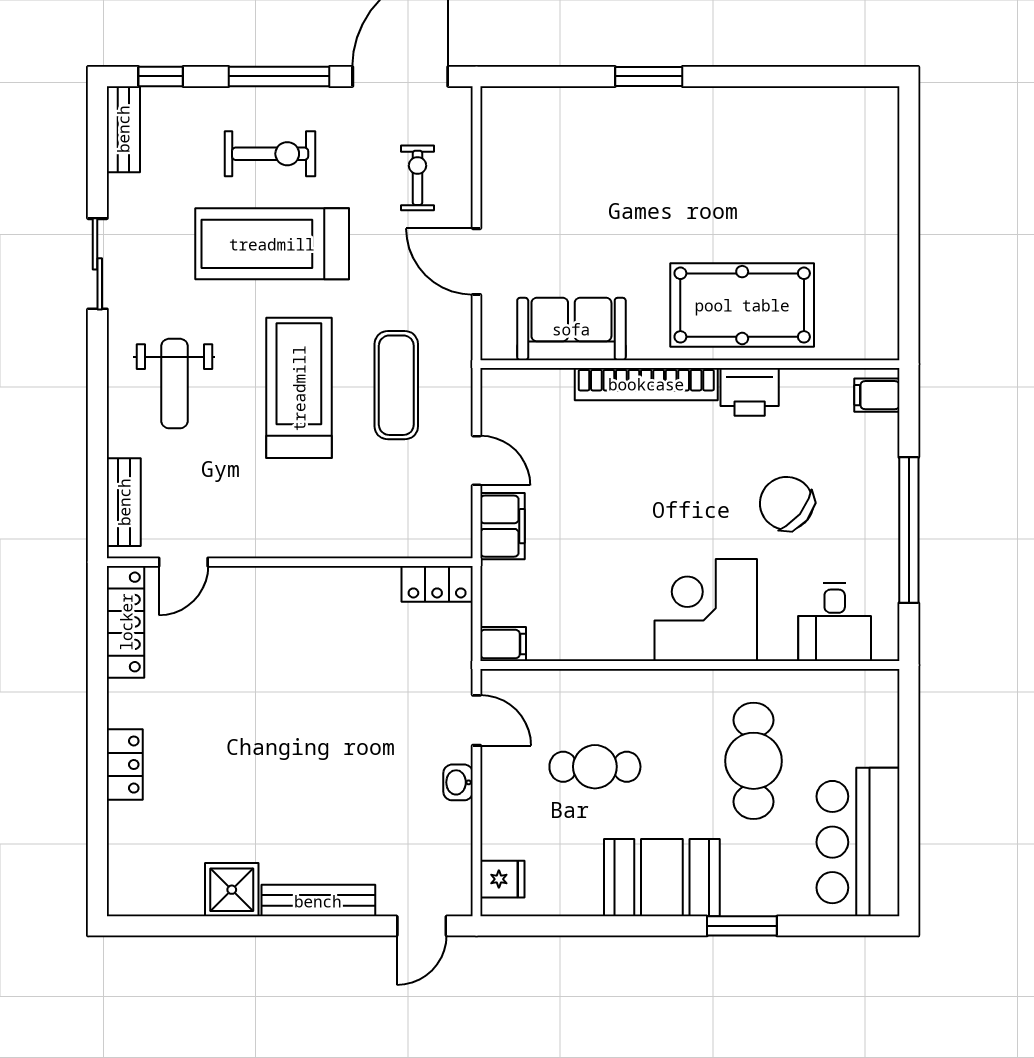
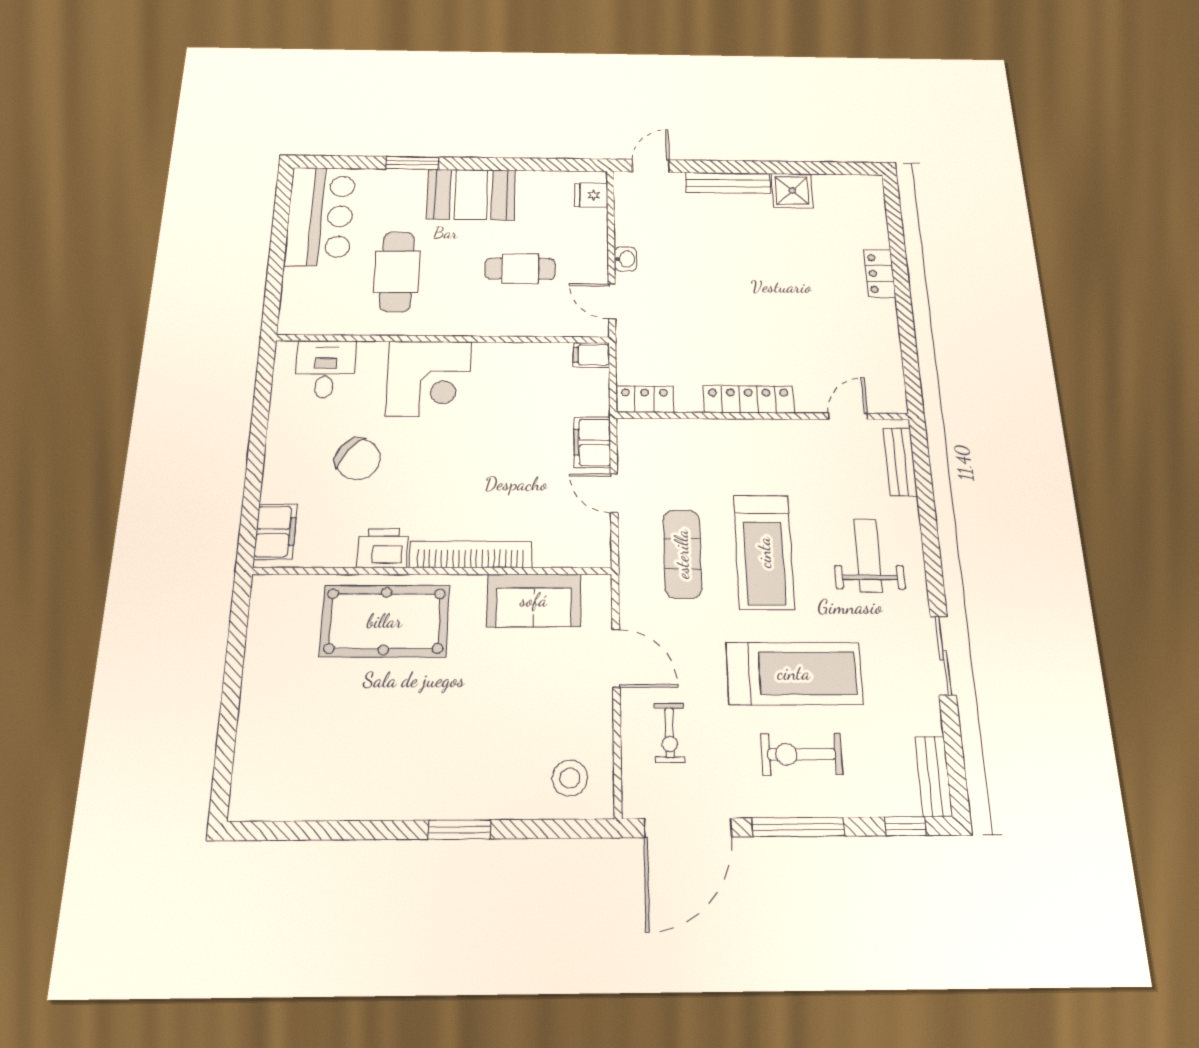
stool: (529, 130) -> (570, 778), added
filing cabinet: (877, 395) -> (275, 531), width x2.00
window: (909, 530) -> (258, 438), removed
locker: (126, 622) -> (749, 399), moved, turned 90

